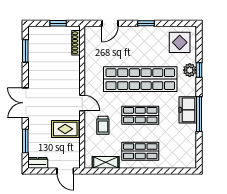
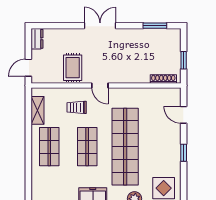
door: (82, 103) -> (100, 85), hinge flipped
window: (25, 141) -> (60, 26), removed

